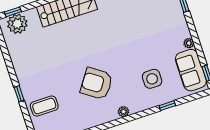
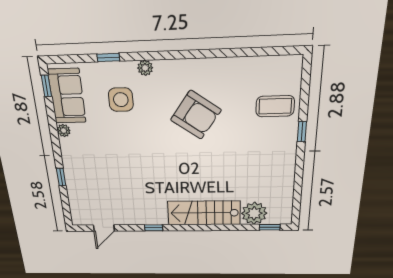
plant: (17, 24) -> (254, 213), moved
plant: (123, 112) -> (145, 68), moved

